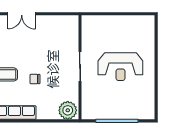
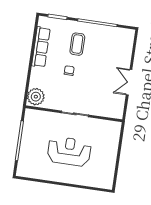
double door: (22, 14) -> (129, 82), moved
reception desk: (120, 67) -> (69, 151), turned 90

